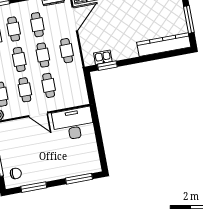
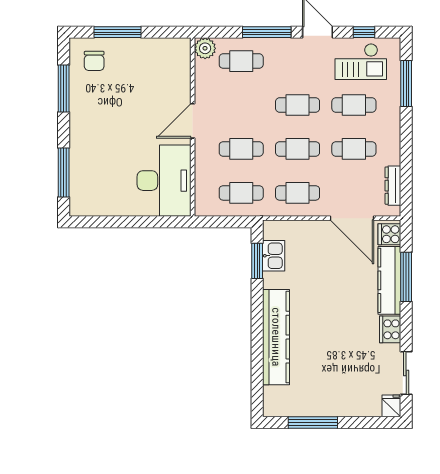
kitchen counter: (164, 45) -> (276, 337), moved
cafe table: (25, 90) -> (241, 193), moved

